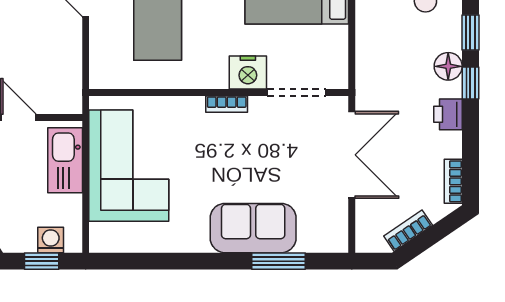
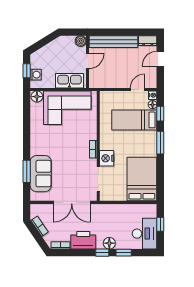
printer: (448, 114) -> (83, 240), width x1.87, depth x1.48
sofa: (253, 228) -> (41, 174), moved
floor lamp: (102, 237) -> (37, 97), added

